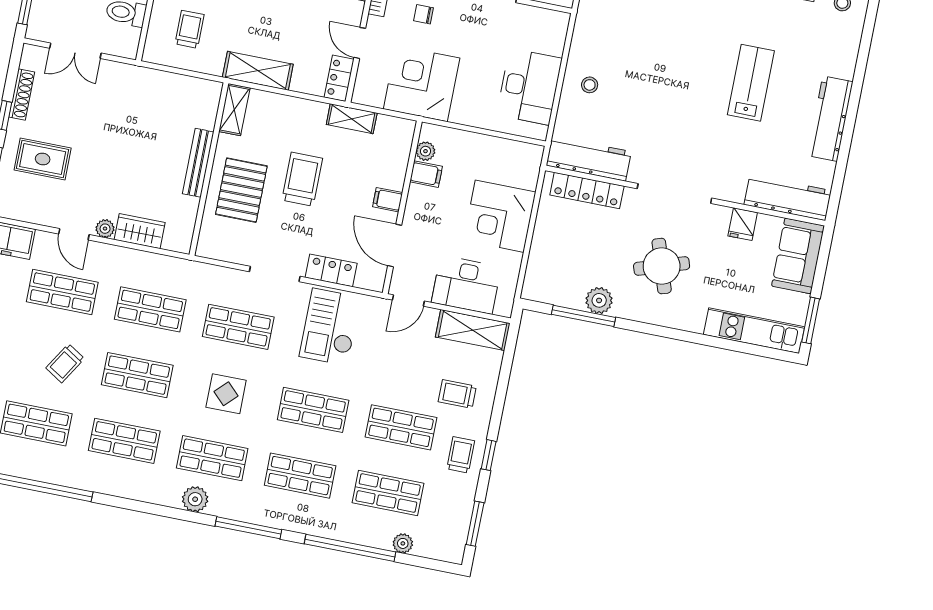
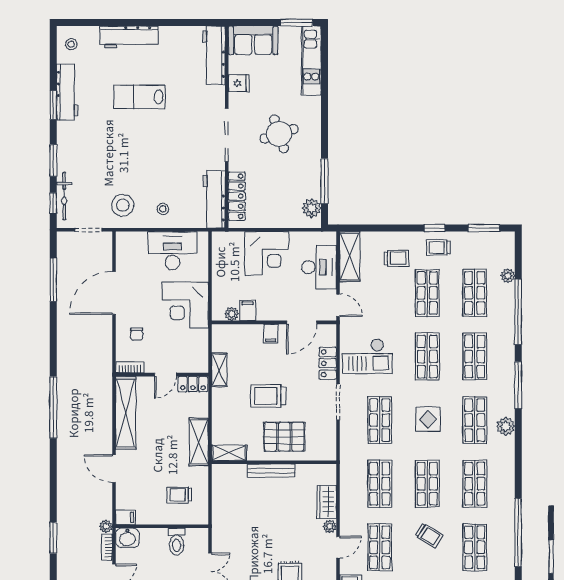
stool: (606, 30) -> (123, 205), added
corner desk: (422, 84) -> (185, 305), moved
workbench: (830, 119) -> (129, 37), moved
plant: (599, 300) -> (312, 208), moved
trolley: (457, 394) -> (396, 258), turned -90

